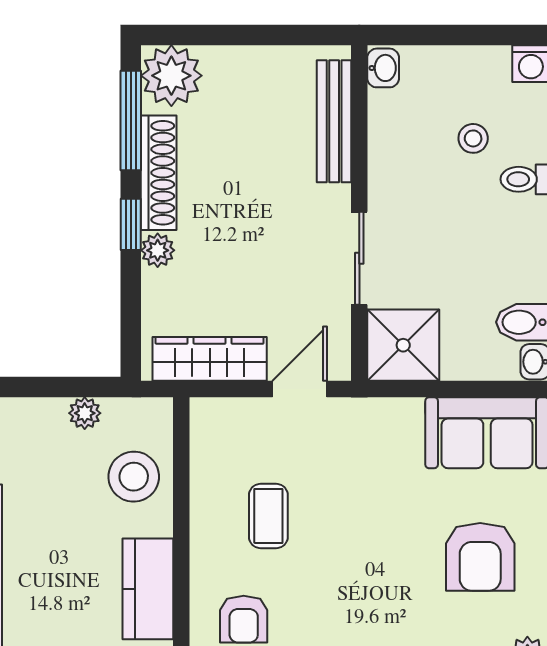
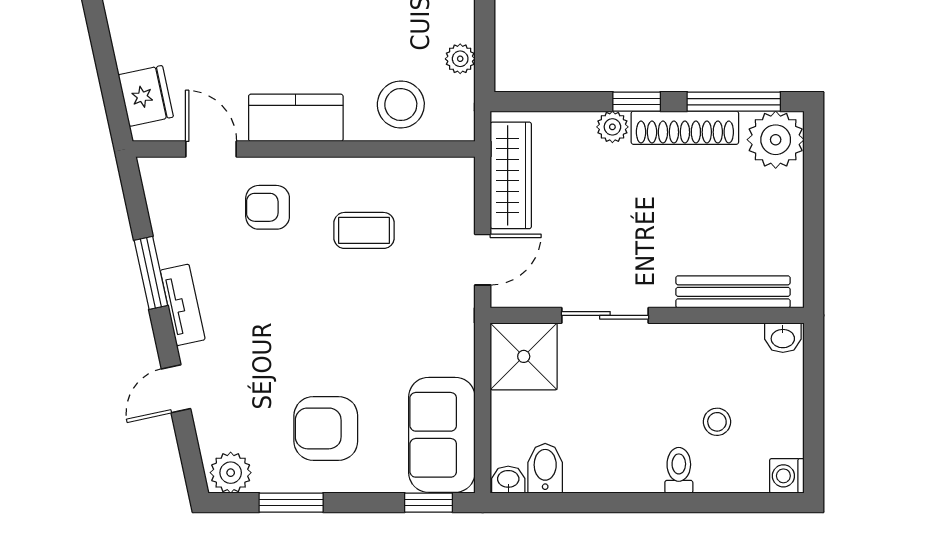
door: (300, 389) -> (483, 260), hinge flipped

